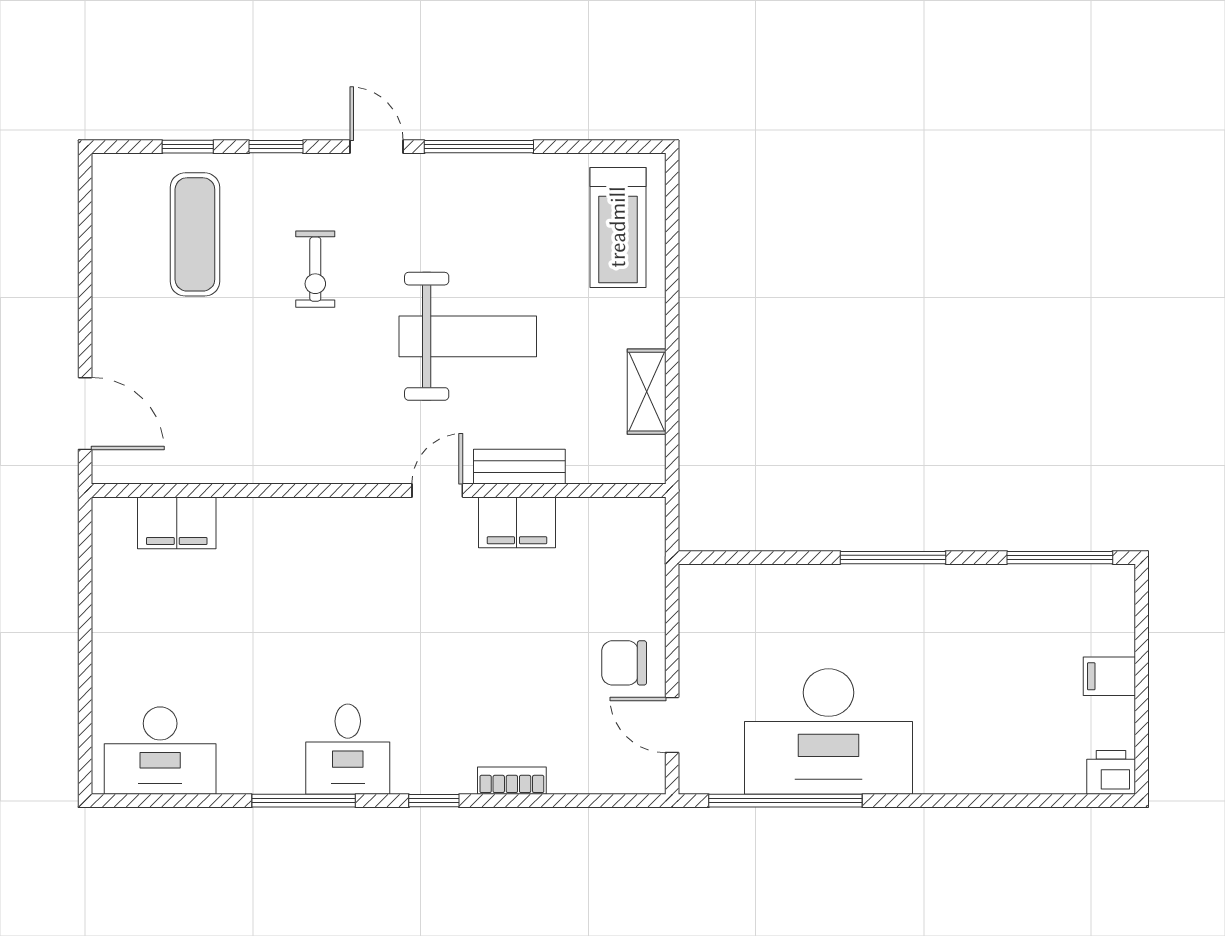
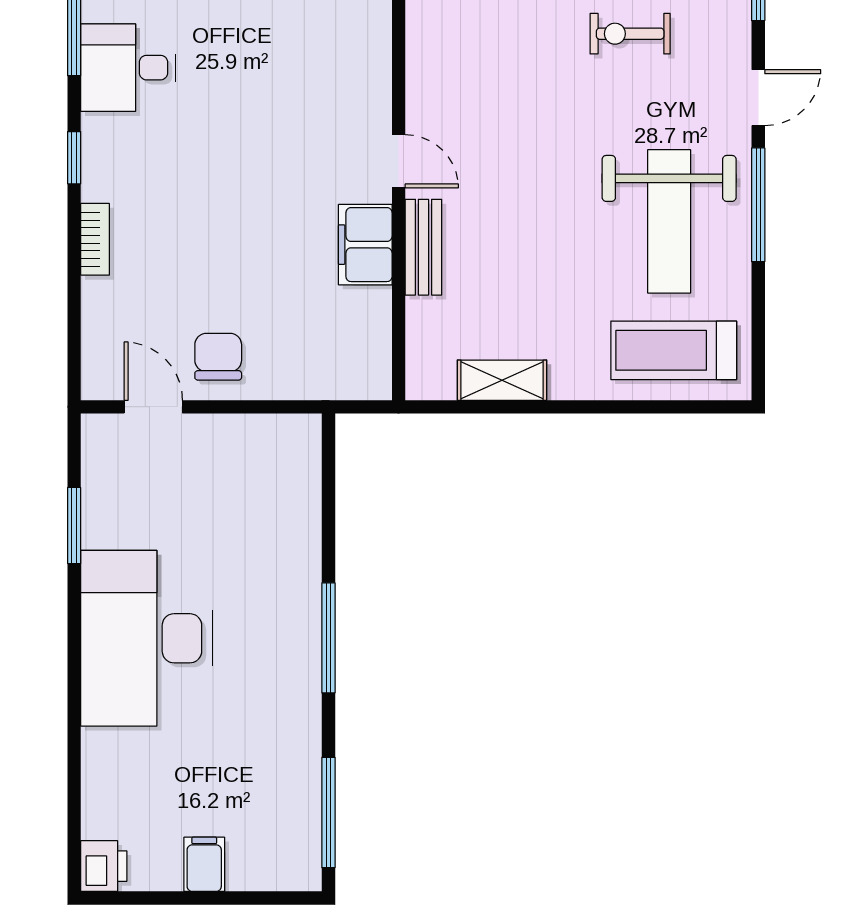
weight bench: (468, 336) -> (669, 221), moved
door: (672, 725) -> (153, 407), hinge flipped
desk: (828, 732) -> (146, 638), moved
window: (785, 801) -> (74, 526), width x0.47

